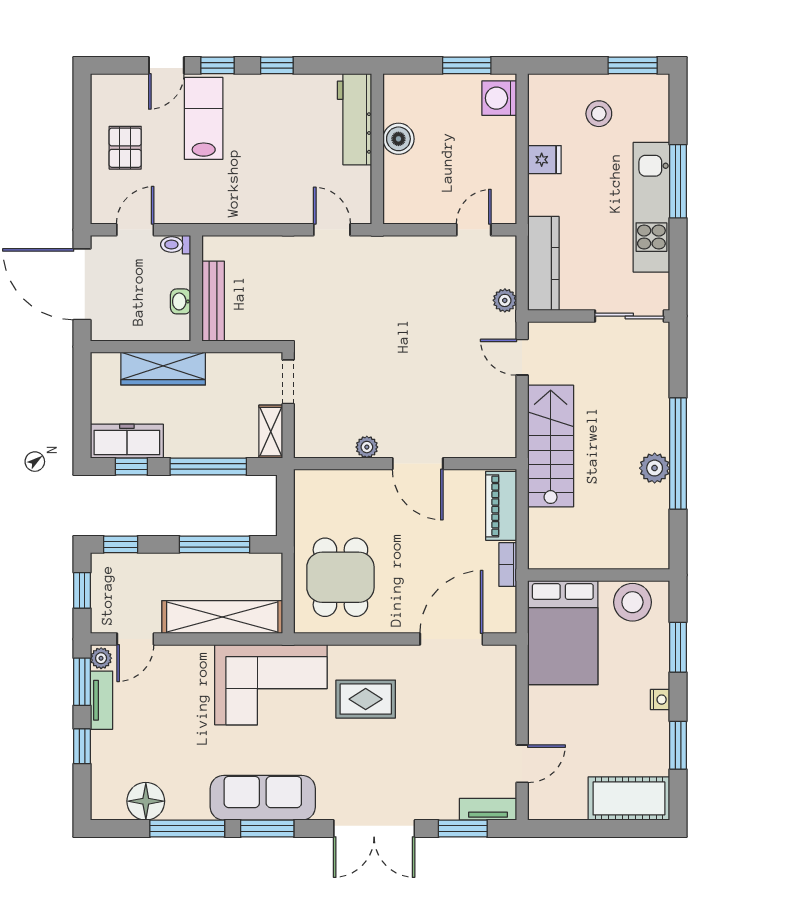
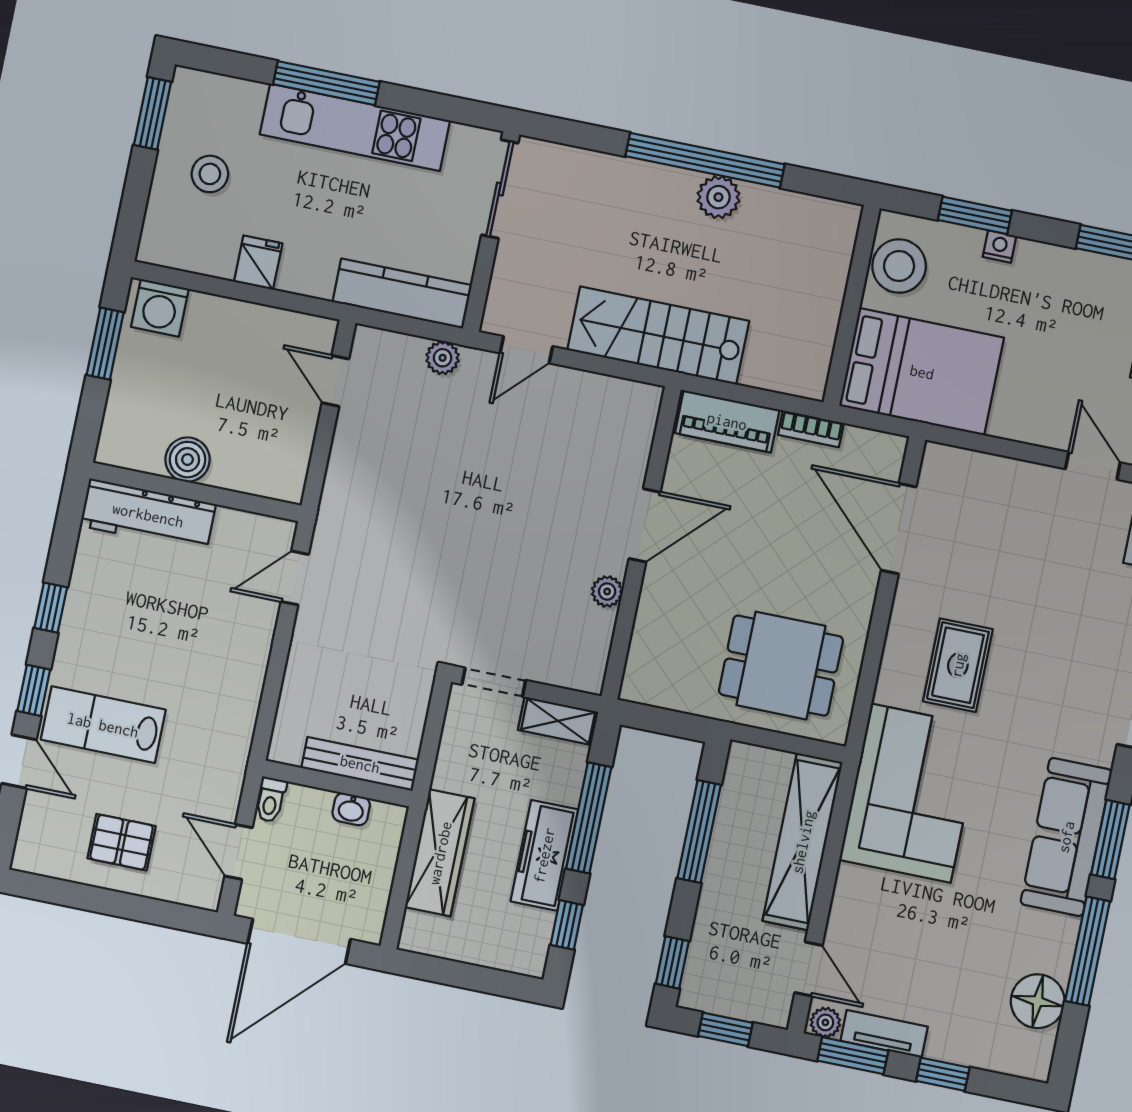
freezer: (127, 441) -> (544, 855), moved
nightstand: (660, 700) -> (999, 246), moved

